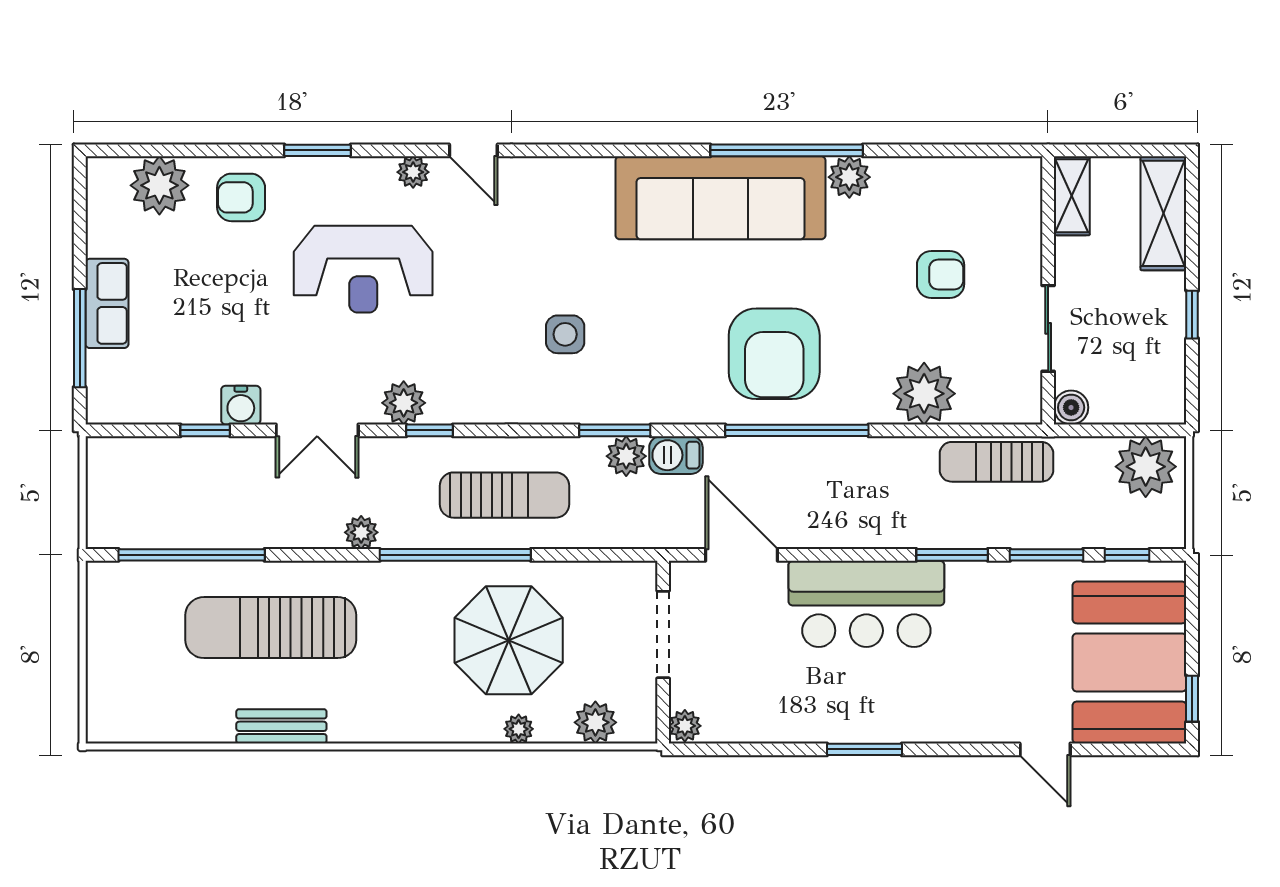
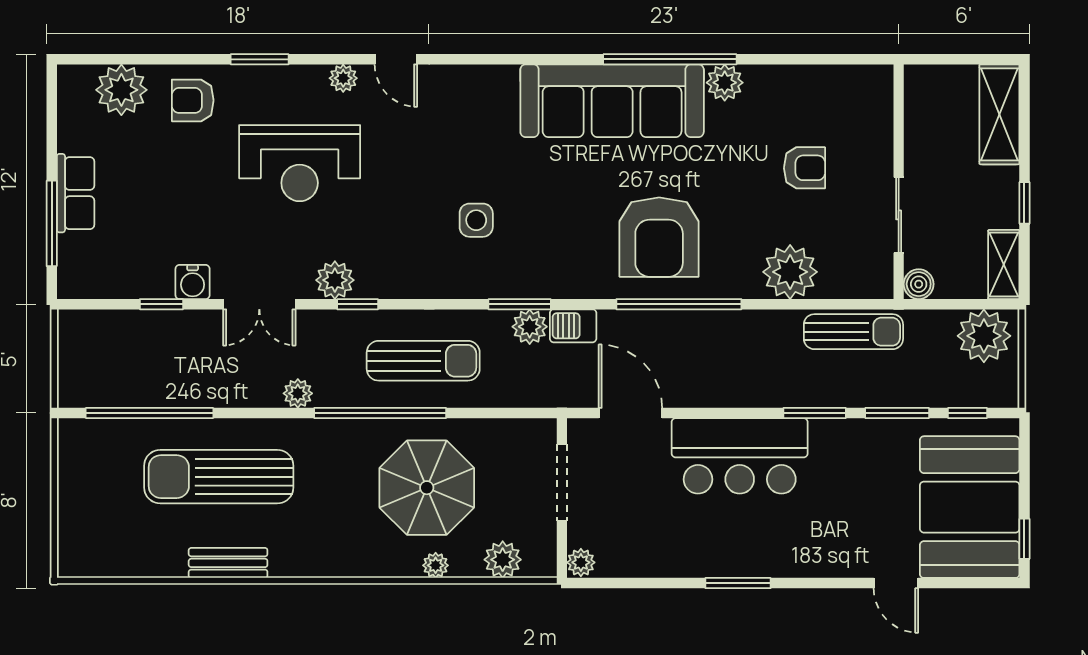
shelving: (1072, 196) -> (1004, 264), moved
sun lounger: (996, 462) -> (853, 332), turned 180

